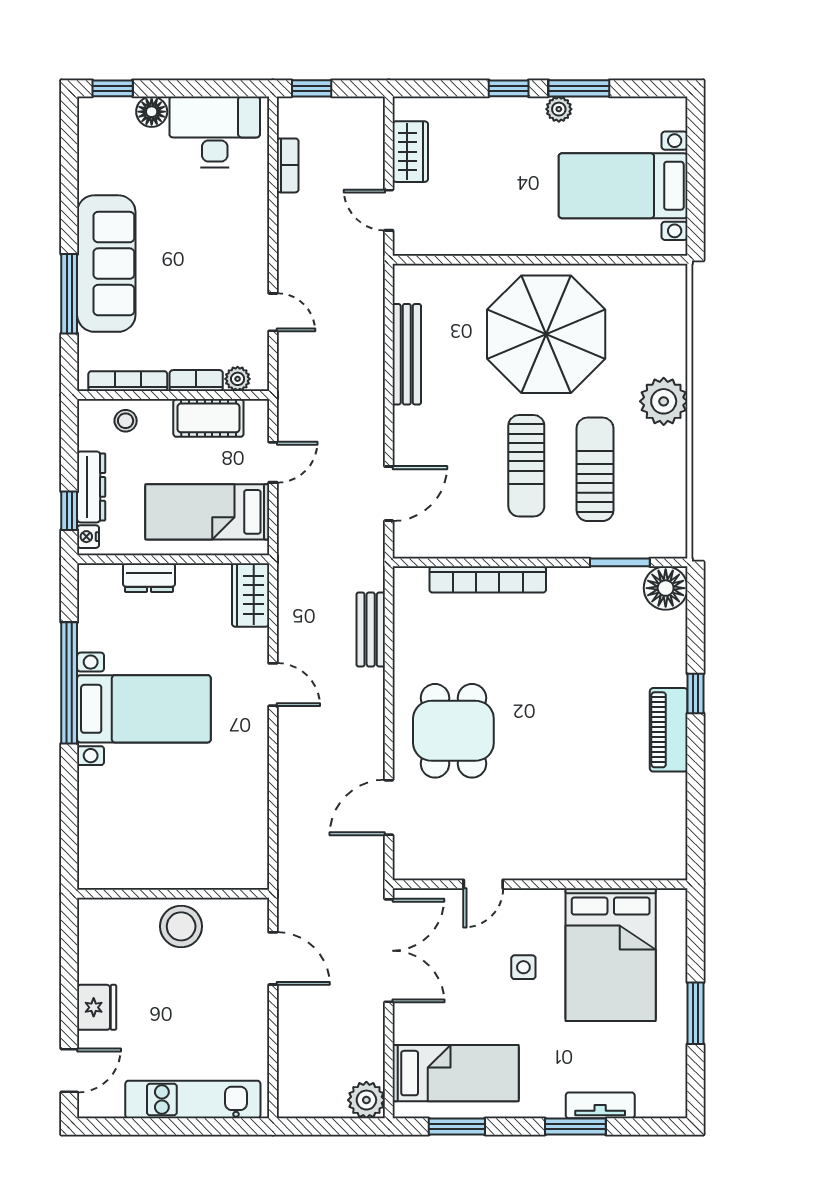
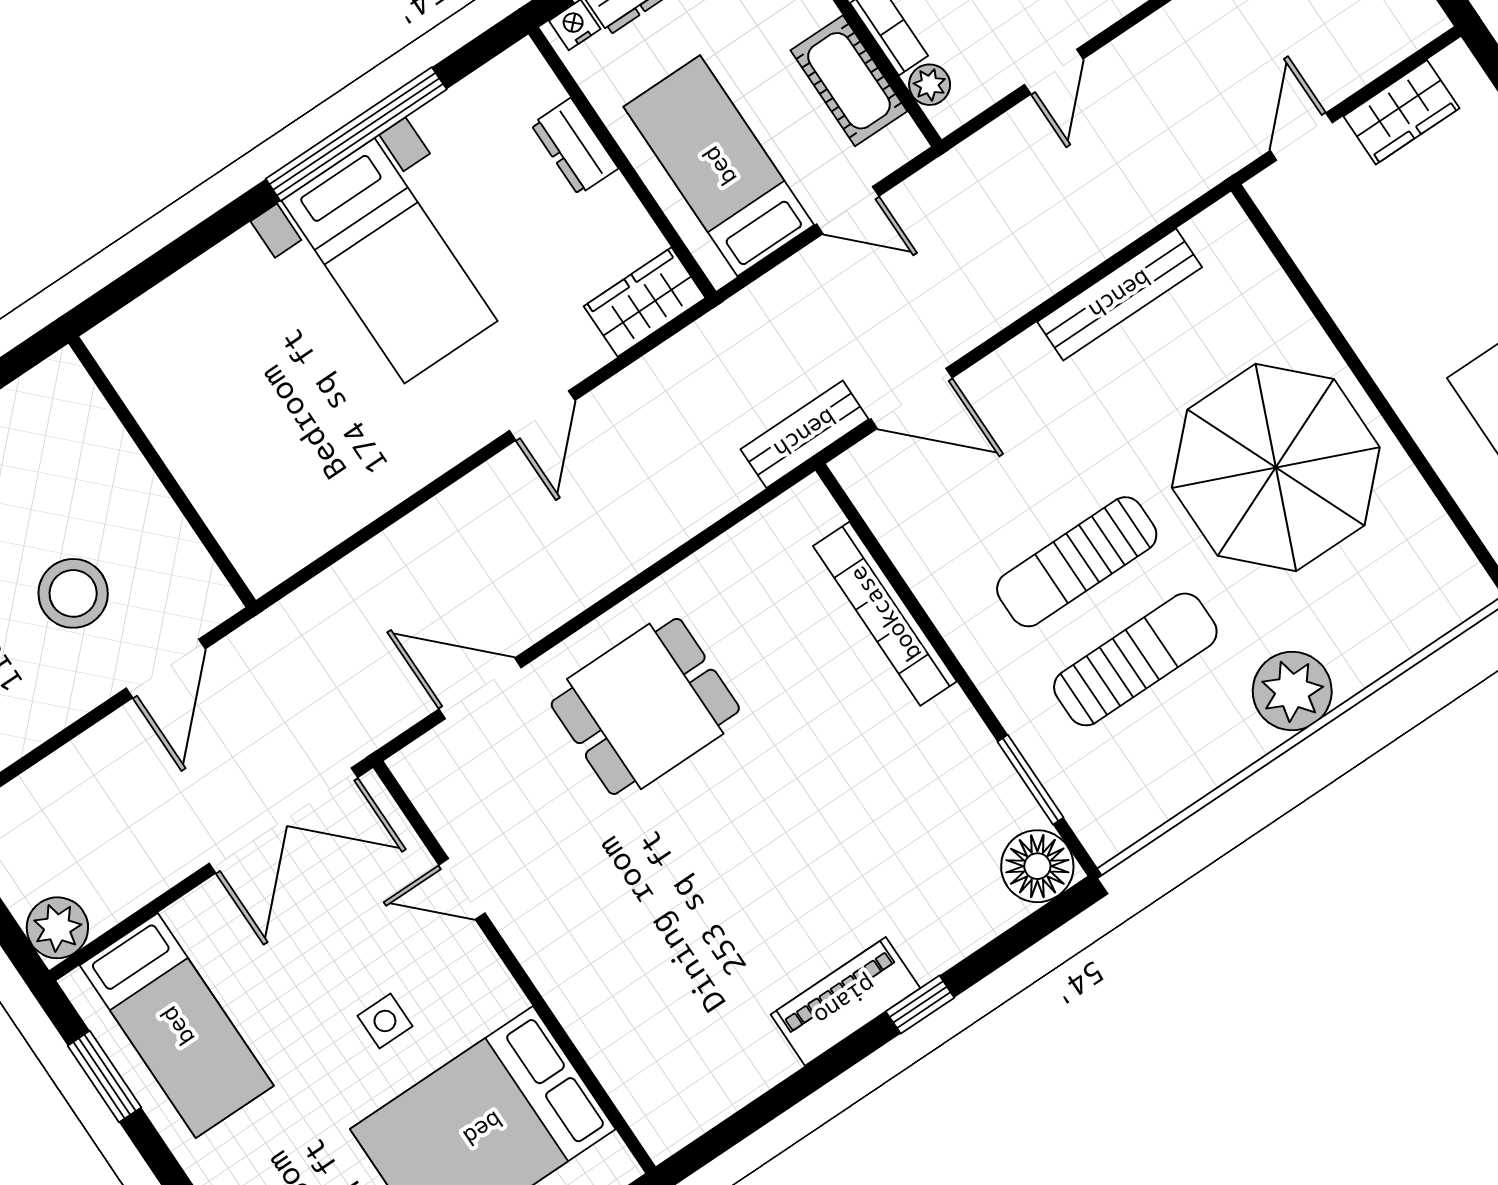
bench: (371, 629) -> (805, 434), moved
stool: (181, 926) -> (73, 593), moved

